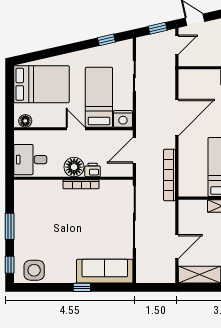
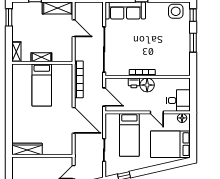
door: (177, 118) -> (74, 120), swing flipped
nightstand: (123, 119) -> (112, 119), removed
door: (76, 129) -> (157, 112), moved
door: (134, 150) -> (104, 97), hinge flipped
desk: (30, 160) -> (178, 101), moved
door: (177, 247) -> (74, 28), swing flipped

